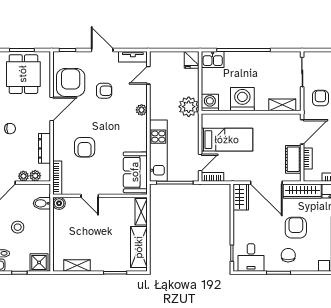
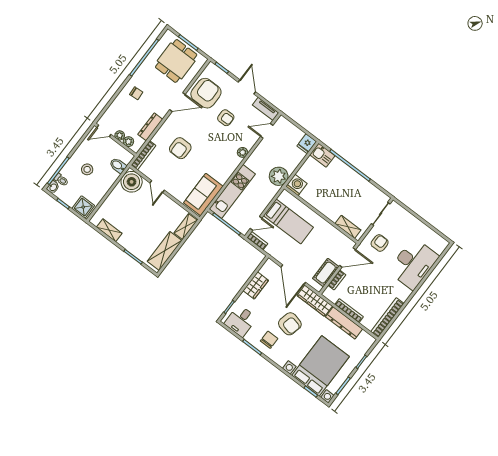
washing machine: (242, 99) -> (322, 201), removed
wardrobe: (241, 197) -> (256, 285), moved
boiler: (59, 203) -> (132, 182), width x1.86, depth x1.86
armchair: (296, 228) -> (290, 324), turned 103

